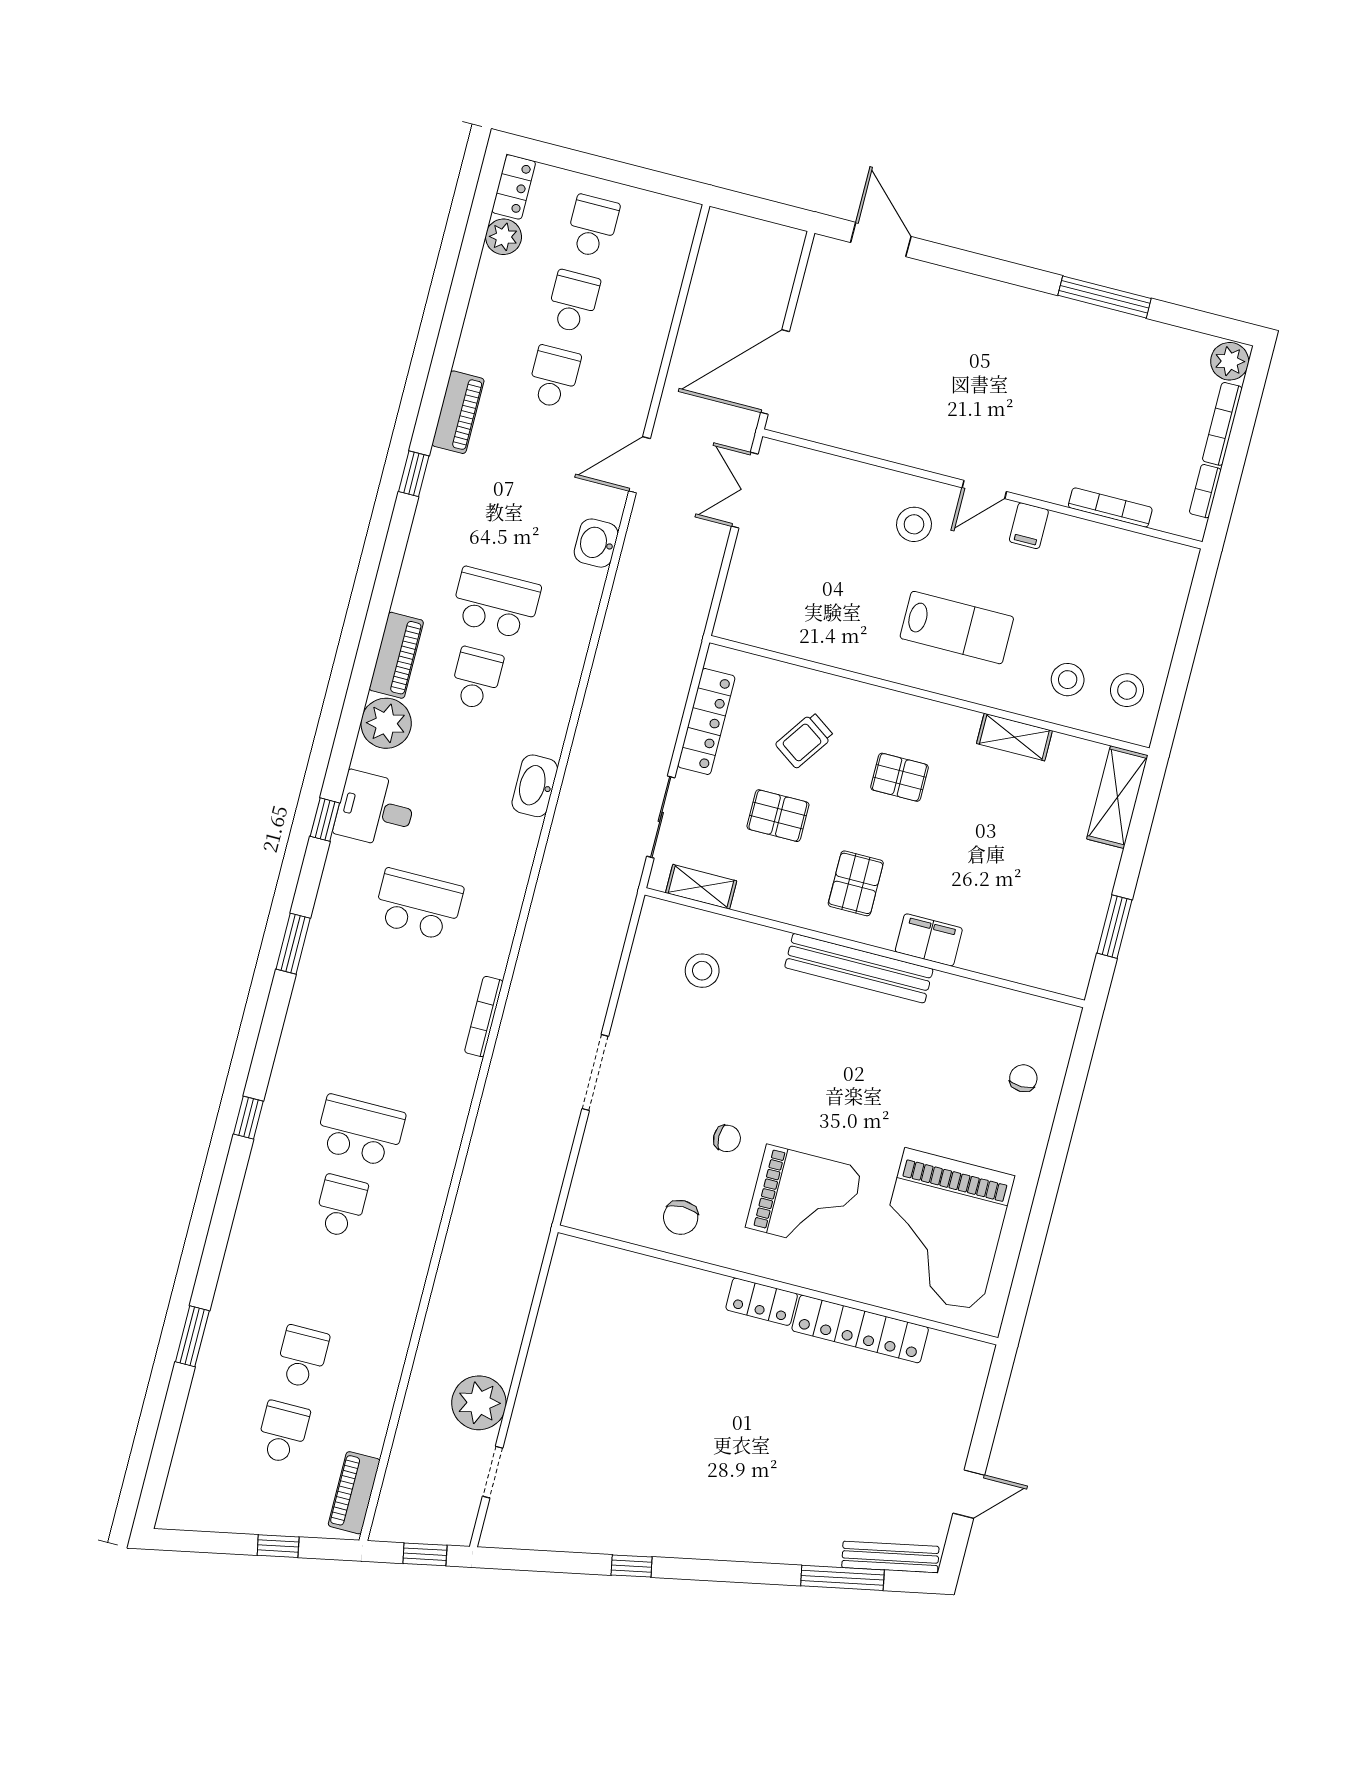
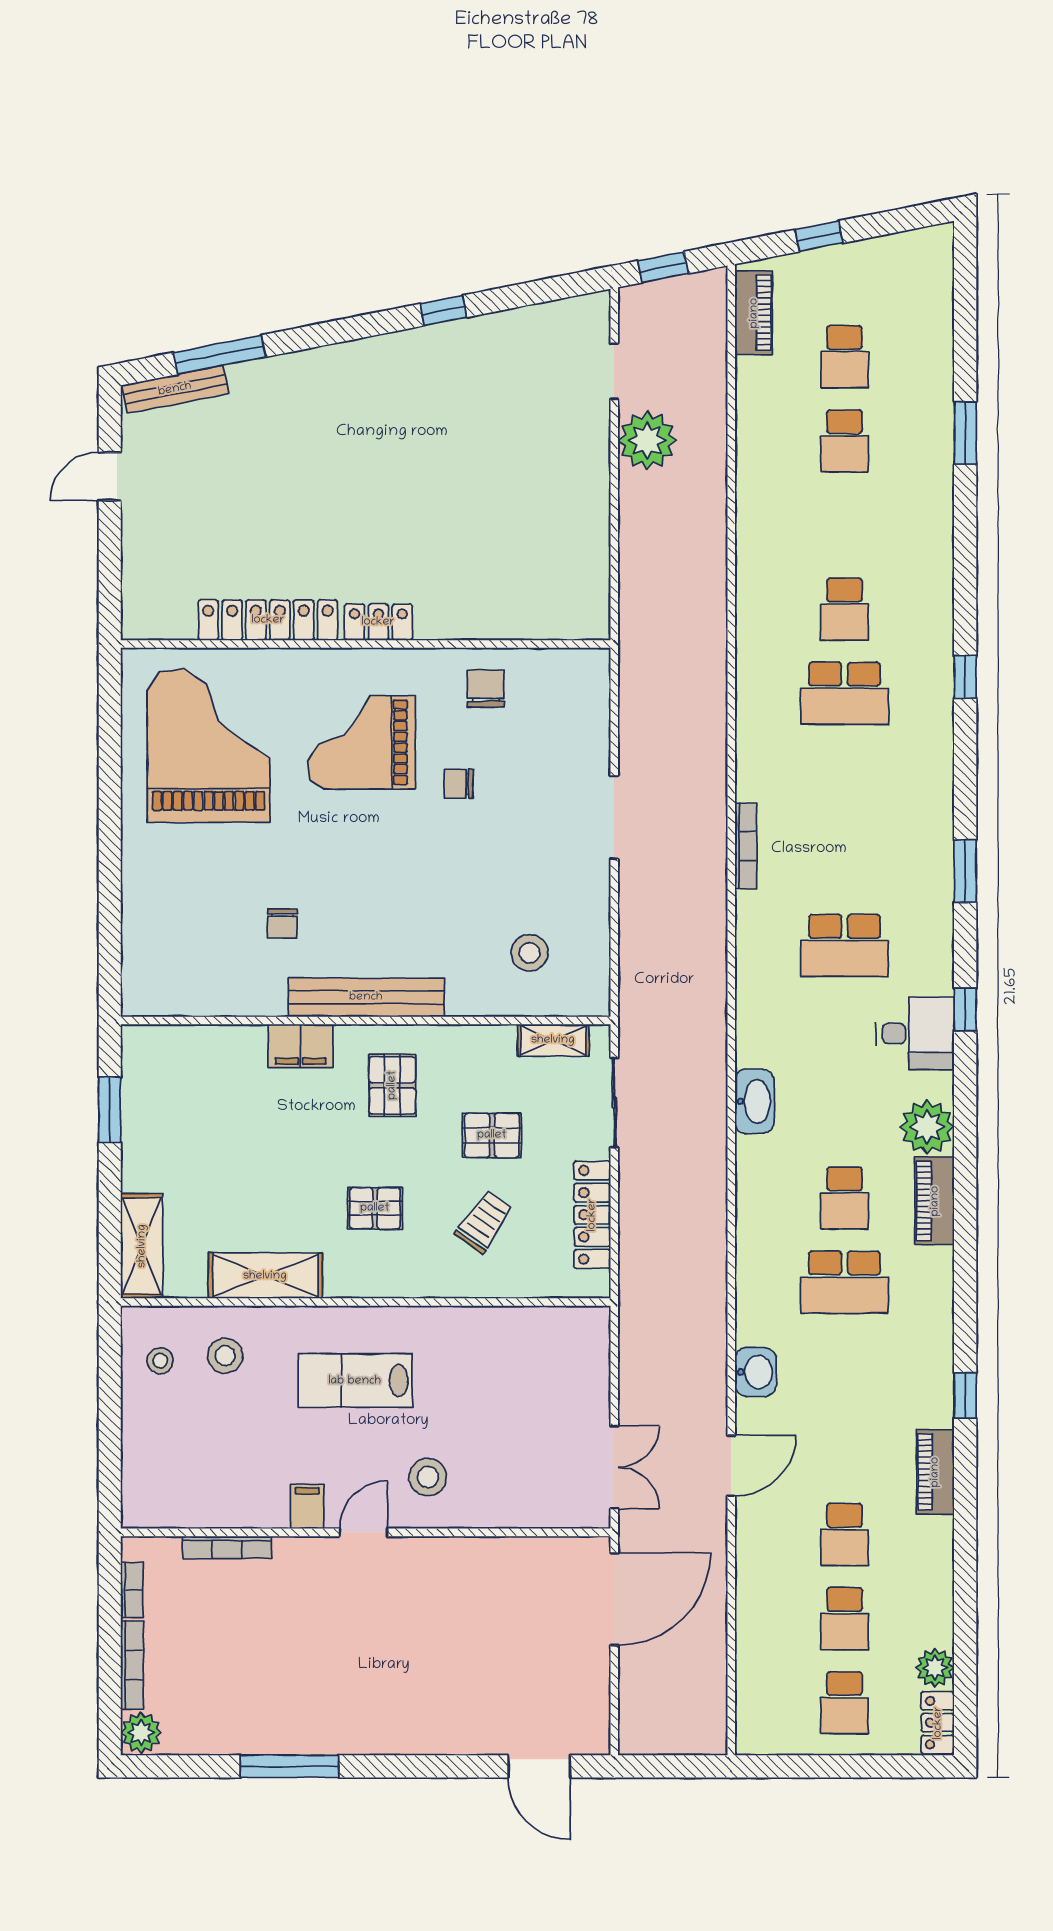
stool: (1127, 690) -> (160, 1361), width x0.73, depth x0.73
shelving: (1014, 737) -> (265, 1276), width x1.50, depth x1.33
chair: (1023, 1078) -> (282, 924), moved

